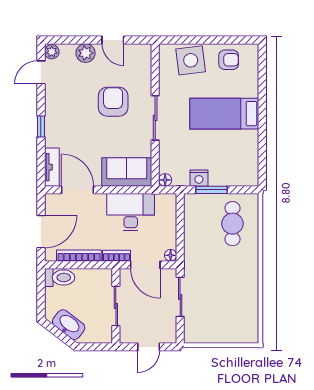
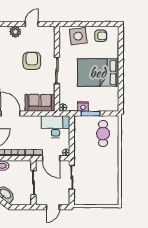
door: (113, 40) -> (32, 24), swing flipped
bed: (224, 114) -> (98, 73), width x1.50
desk: (131, 212) -> (56, 127), moved

